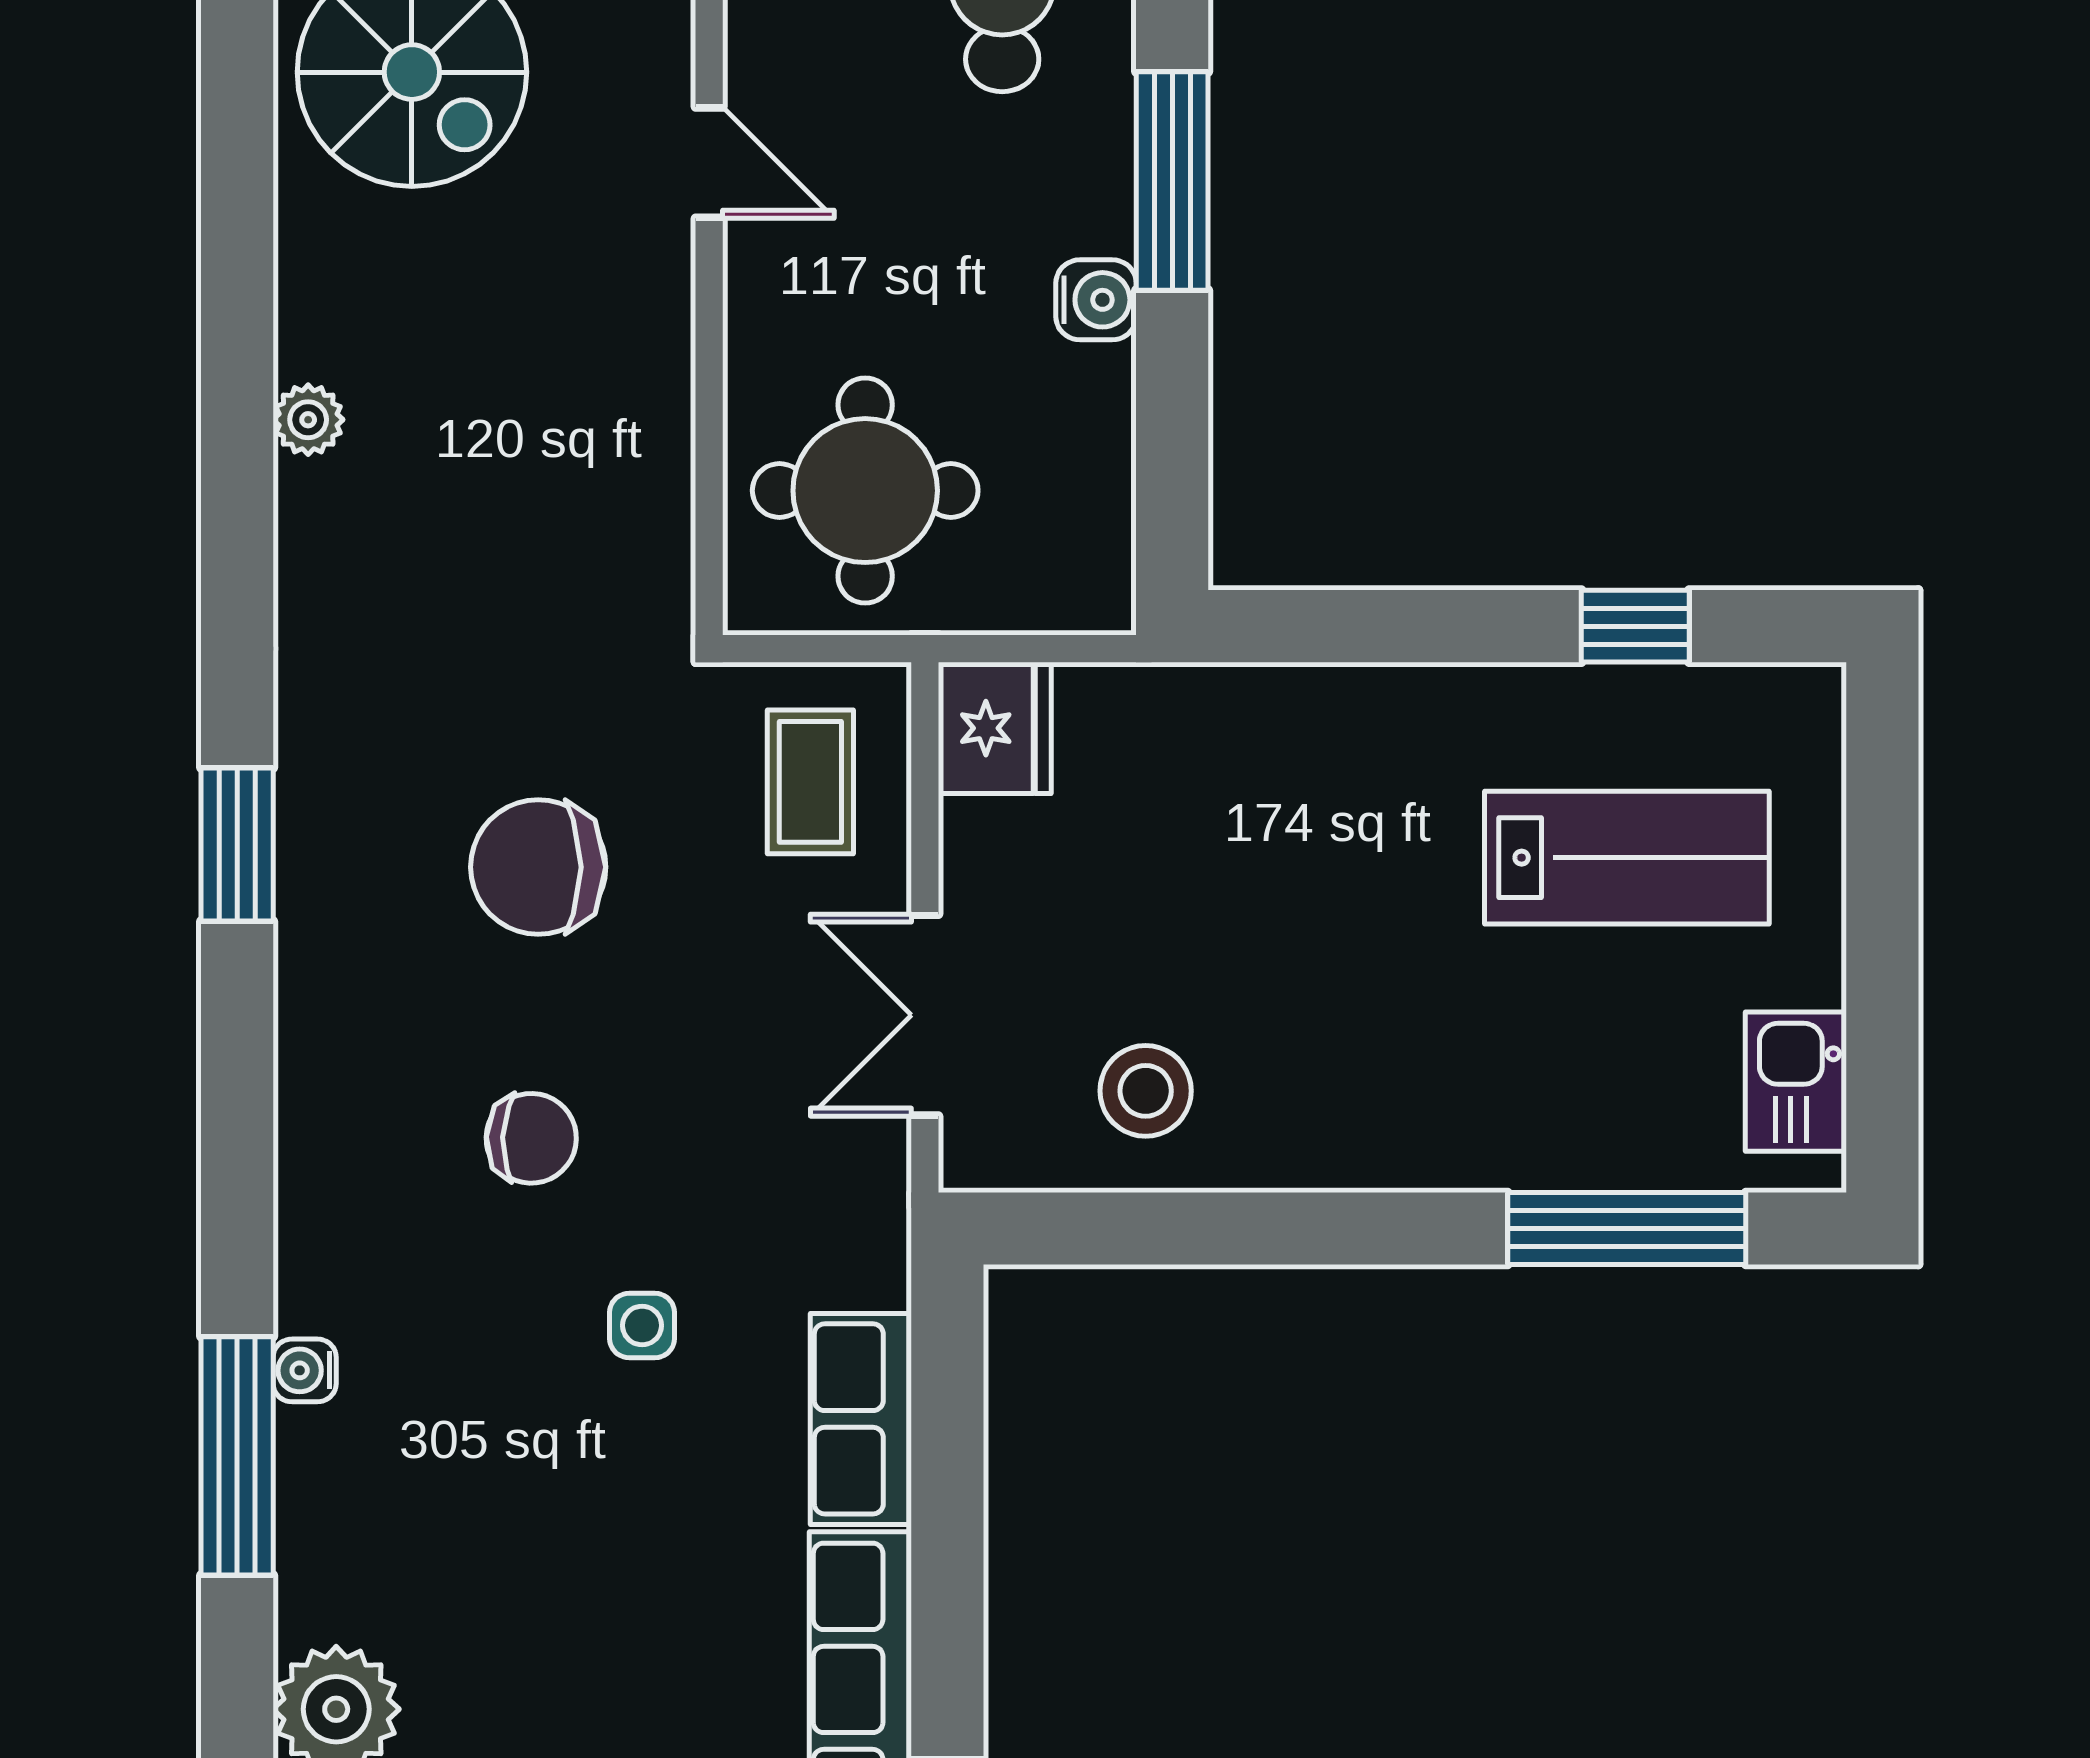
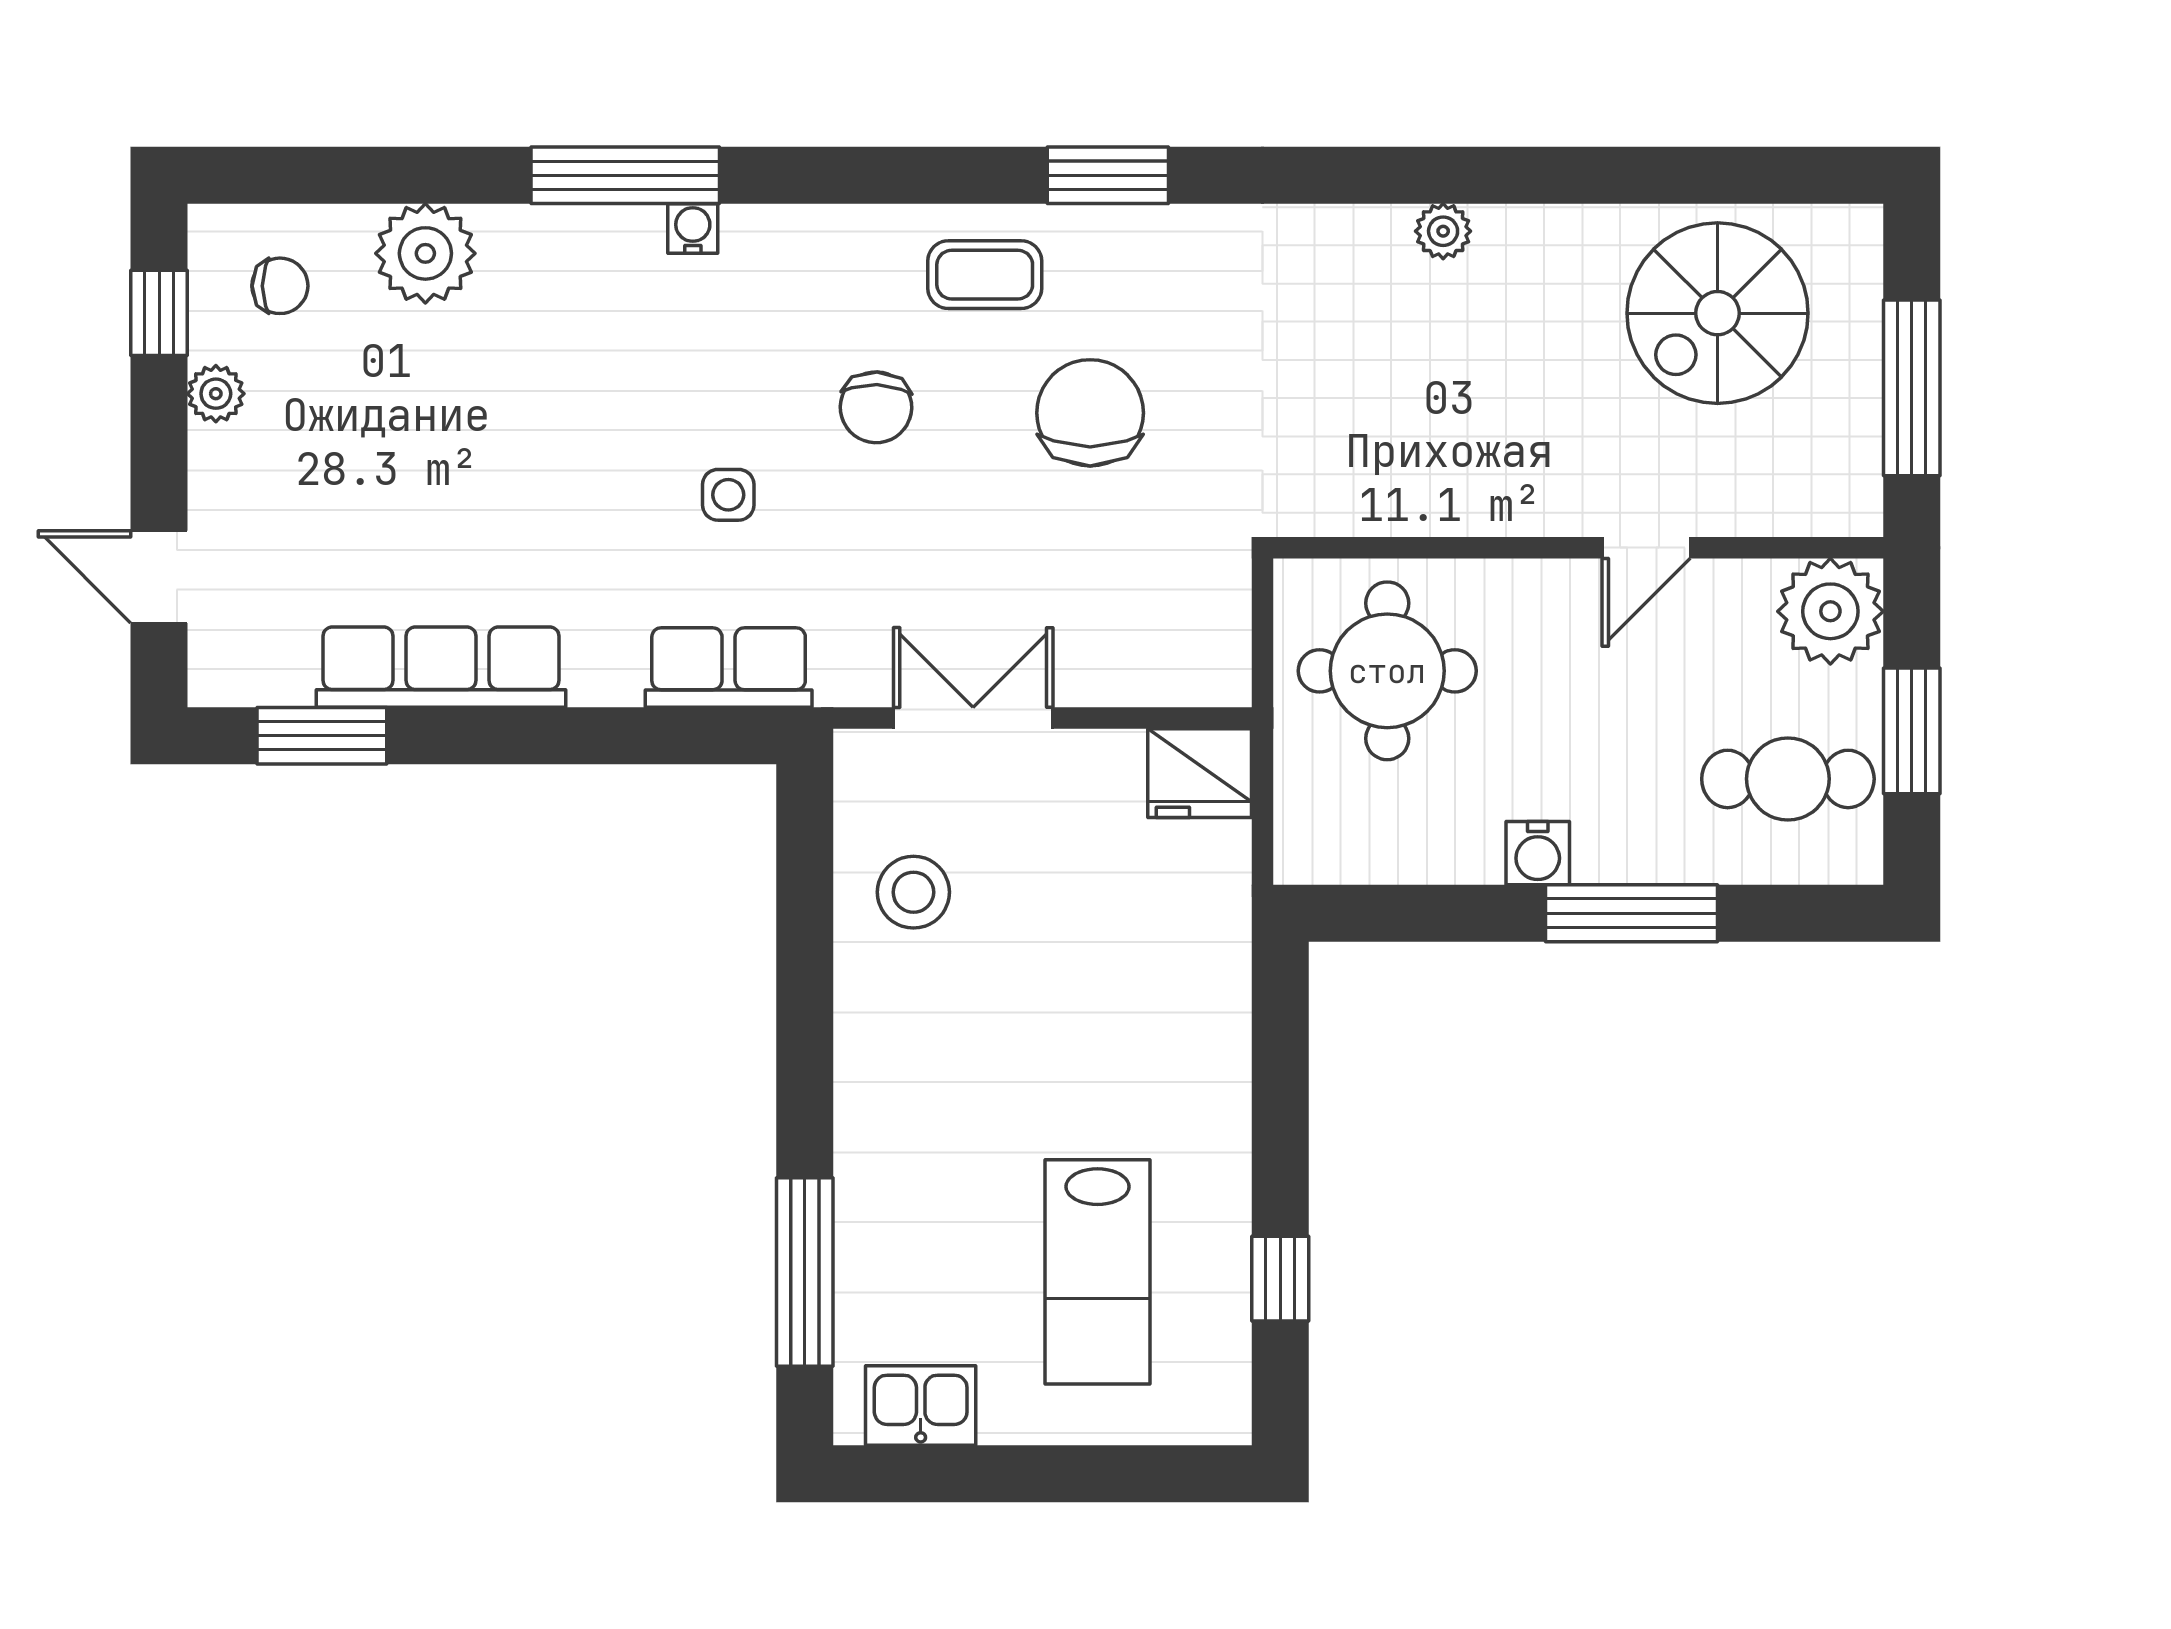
coffee table: (810, 782) -> (985, 275), moved
row of seats: (861, 1419) -> (729, 668), moved

